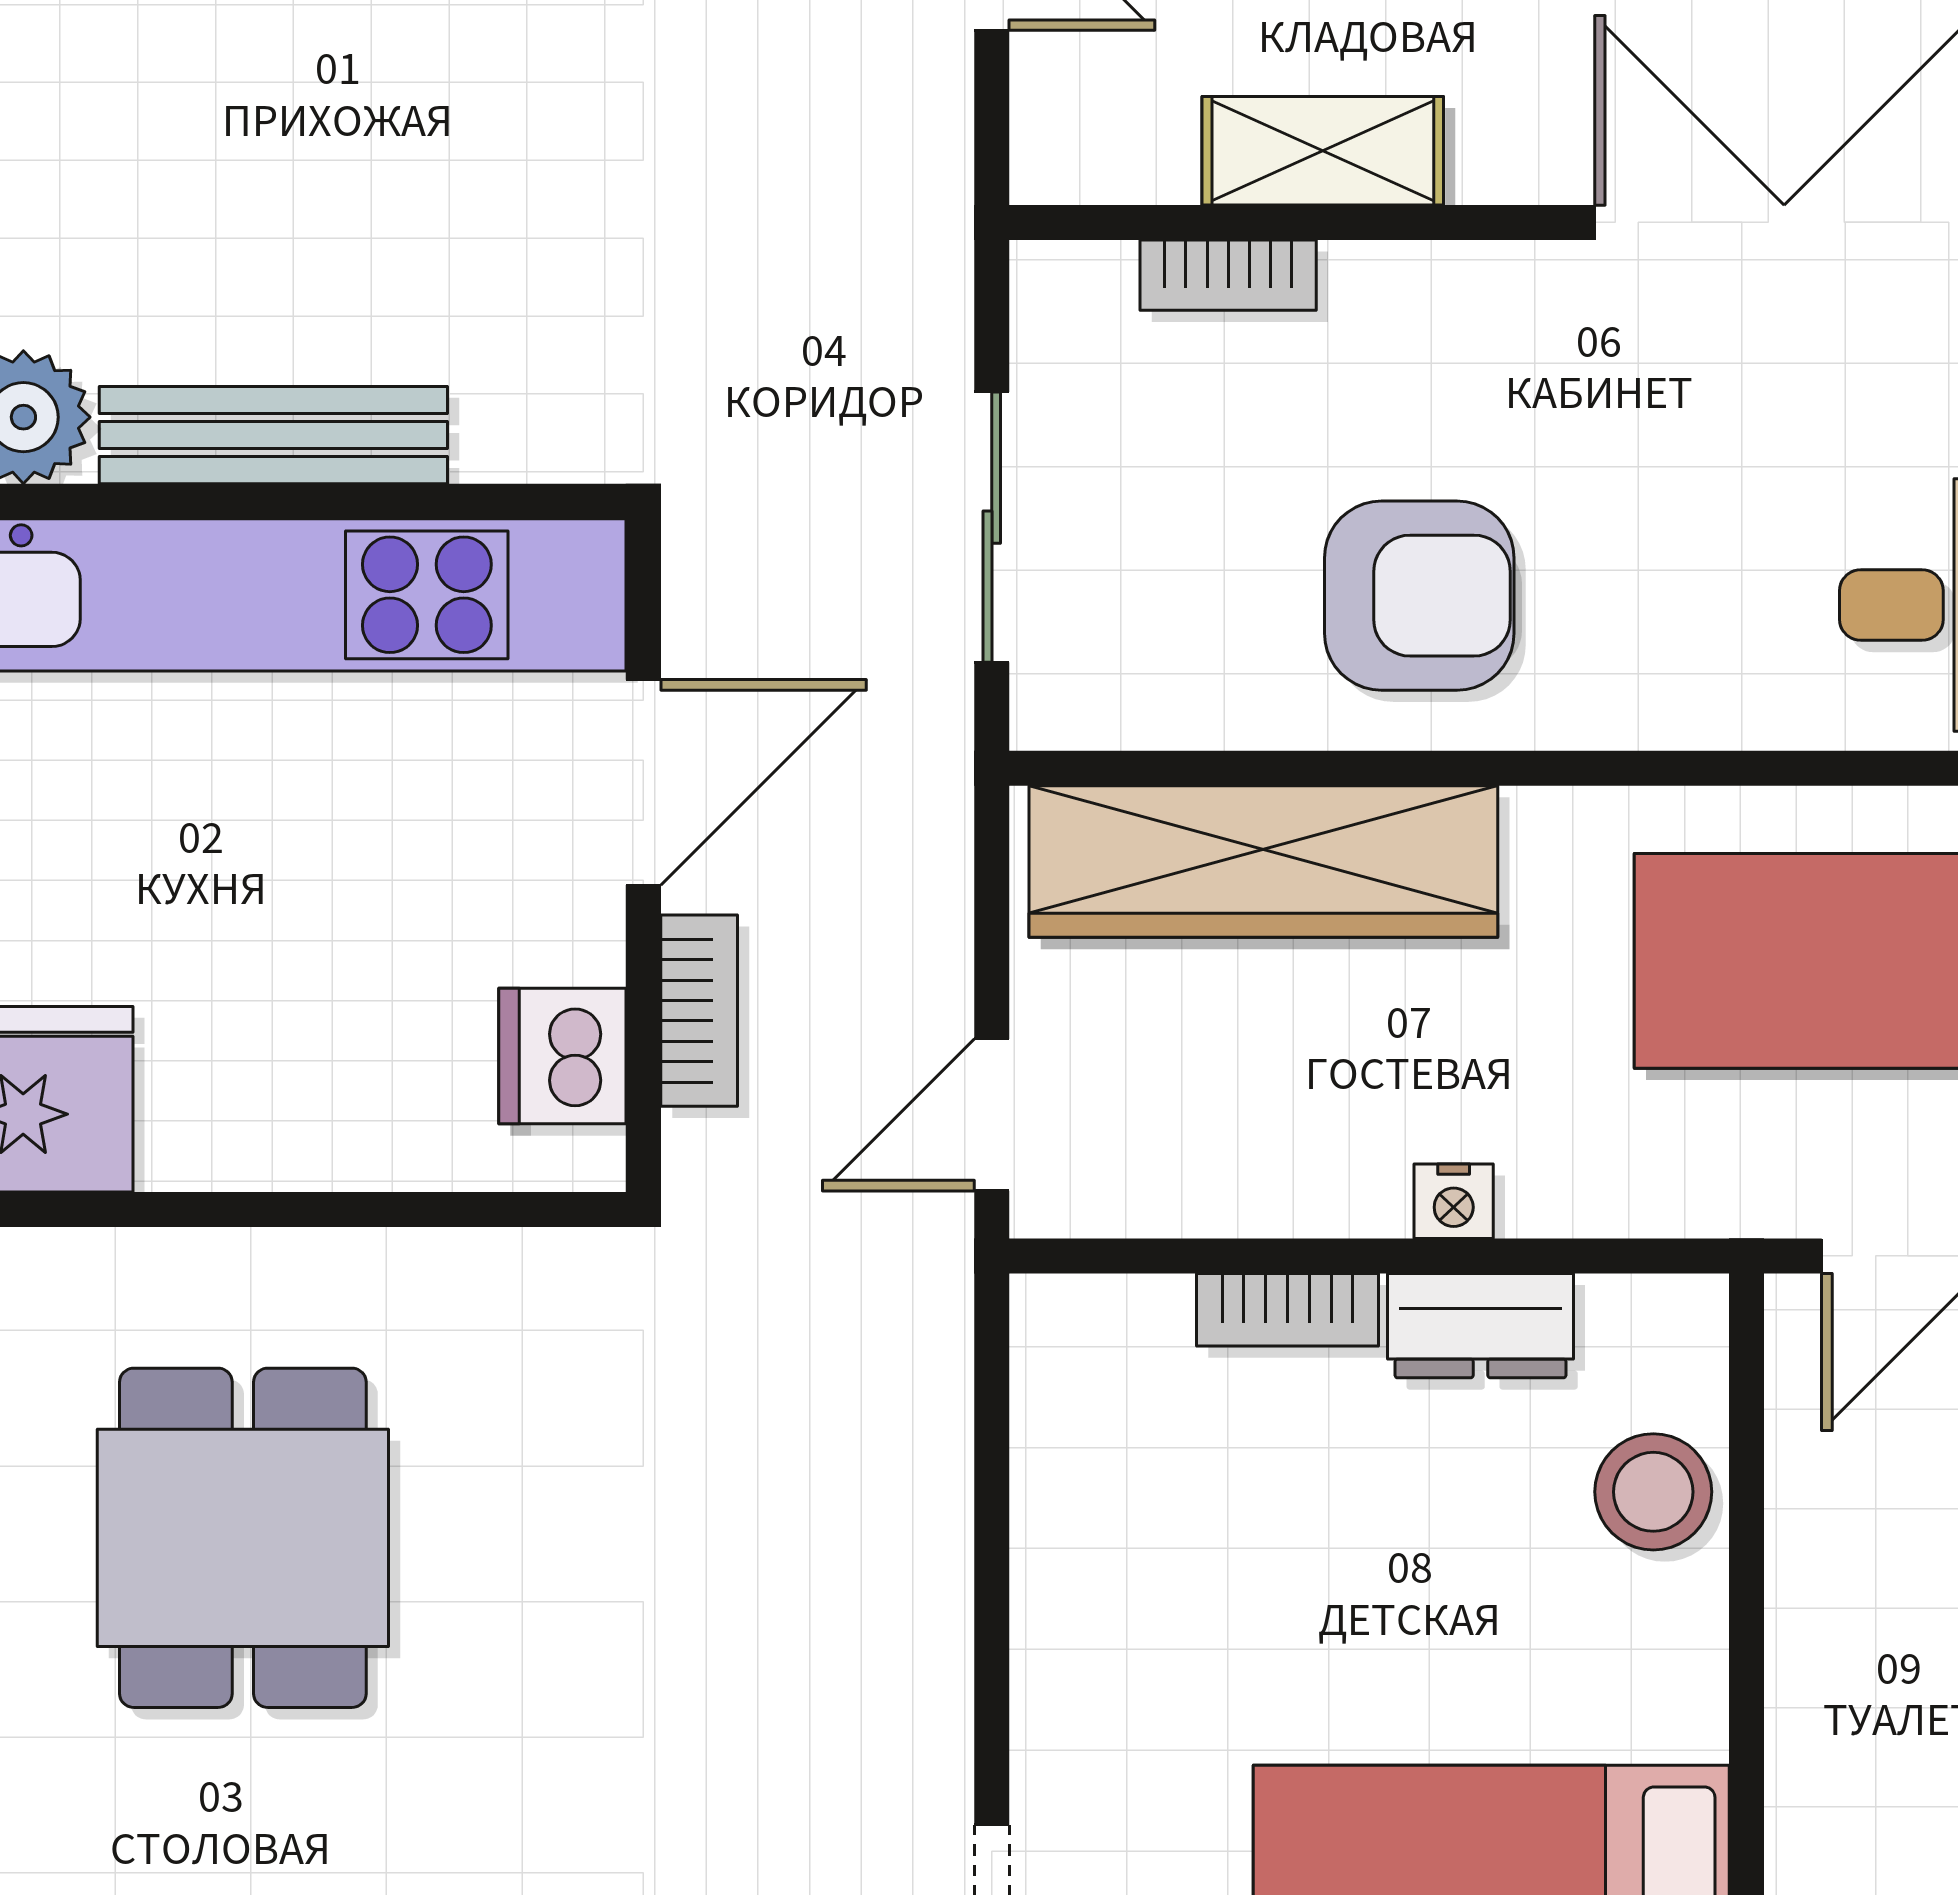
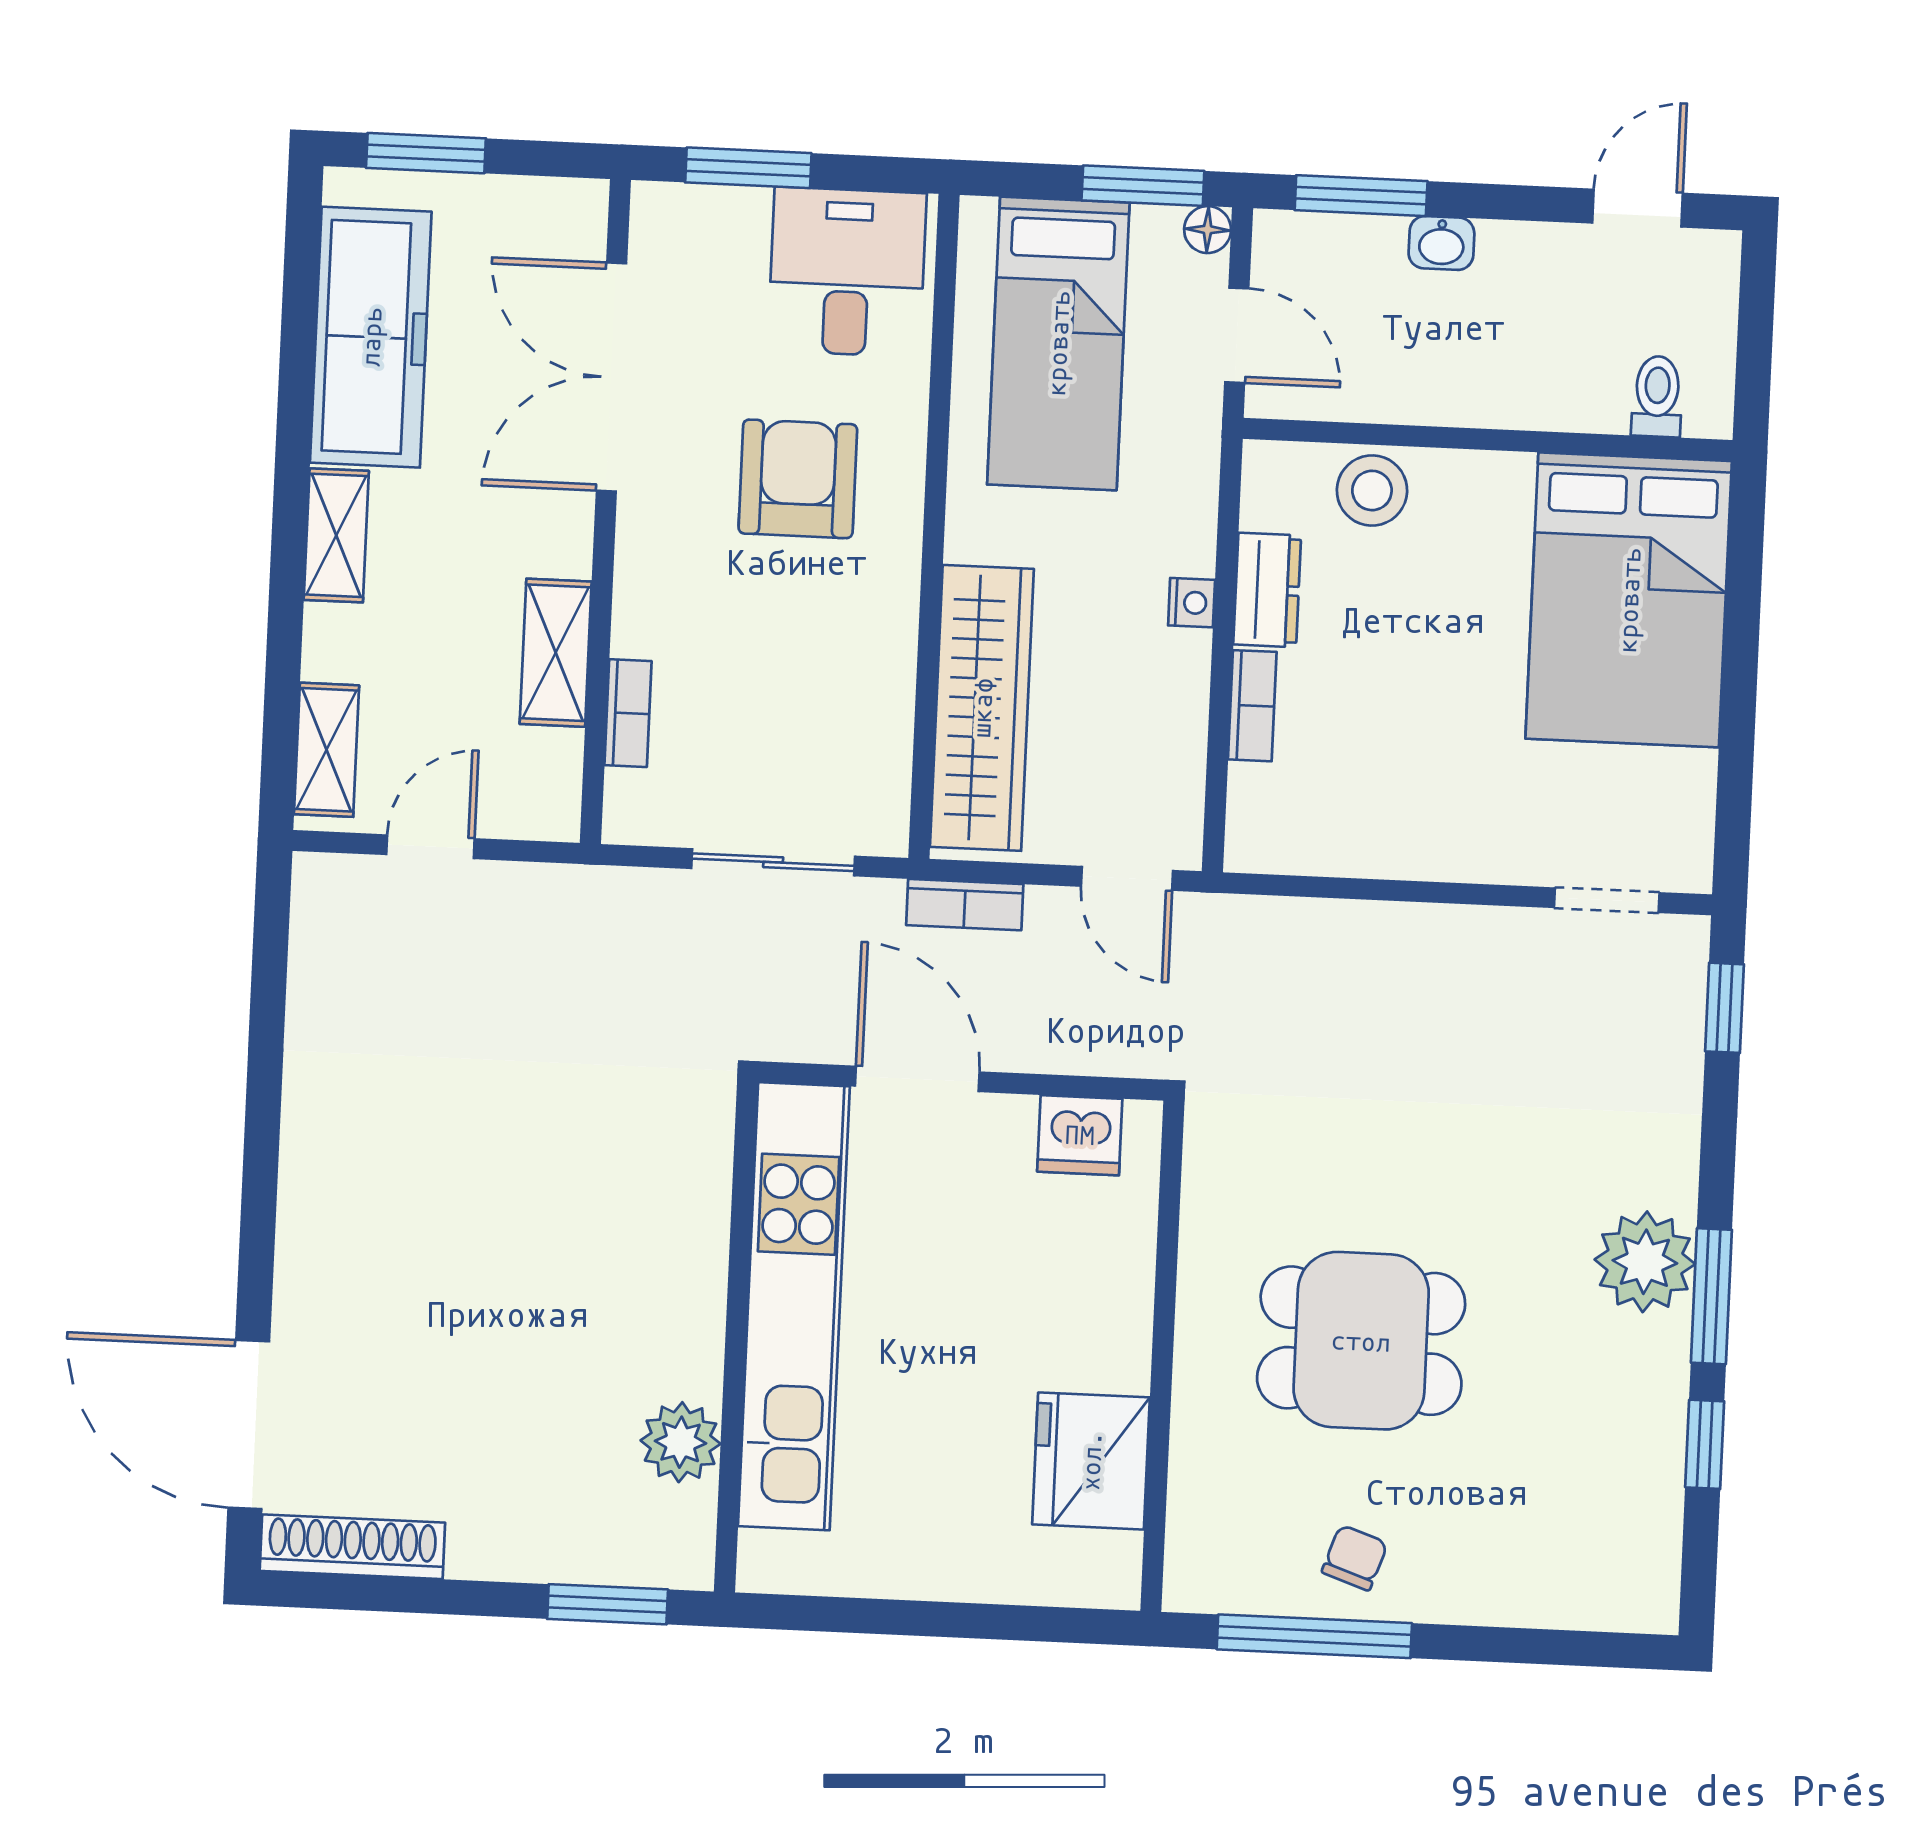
bench: (273, 435) -> (698, 1292), removed
armchair: (1419, 596) -> (798, 479), moved
bookcase: (699, 1011) -> (965, 905), moved, turned 180

